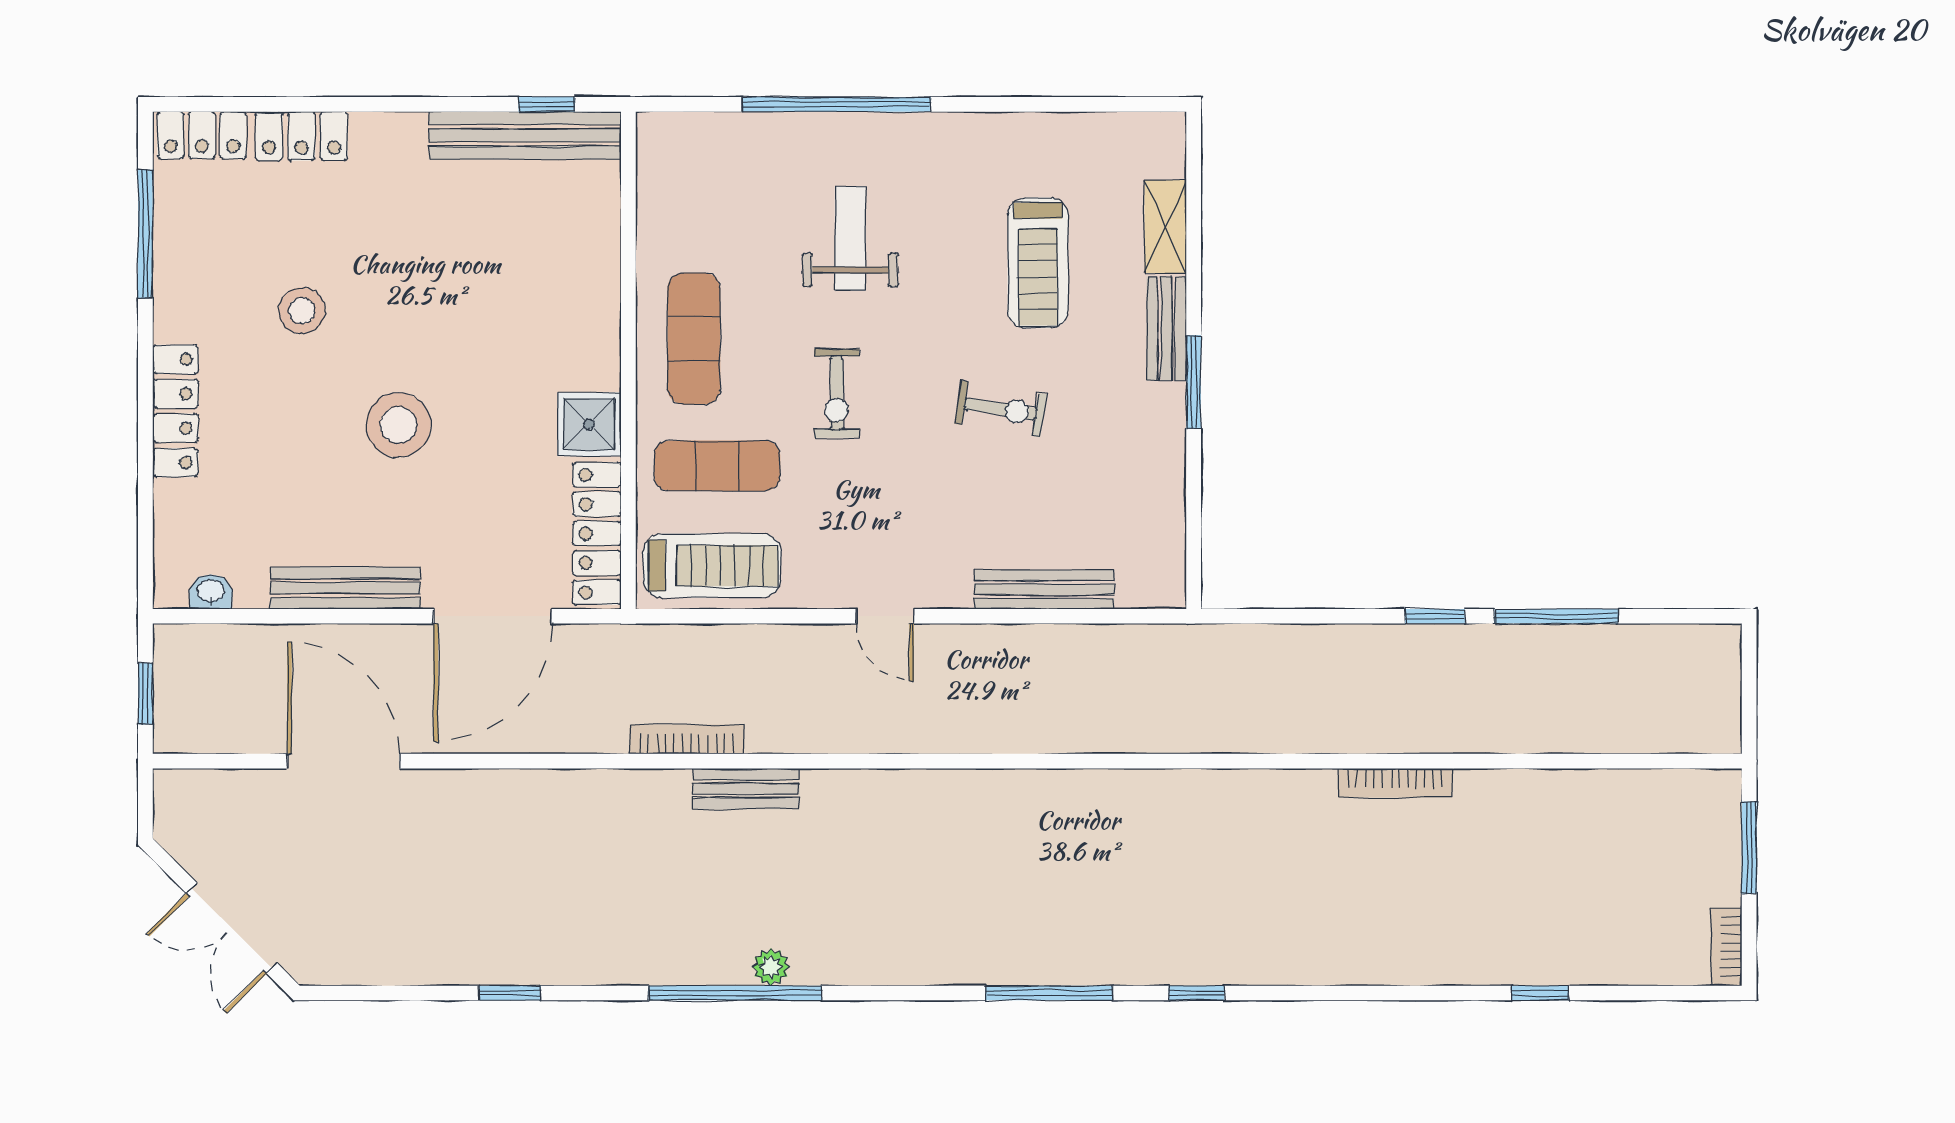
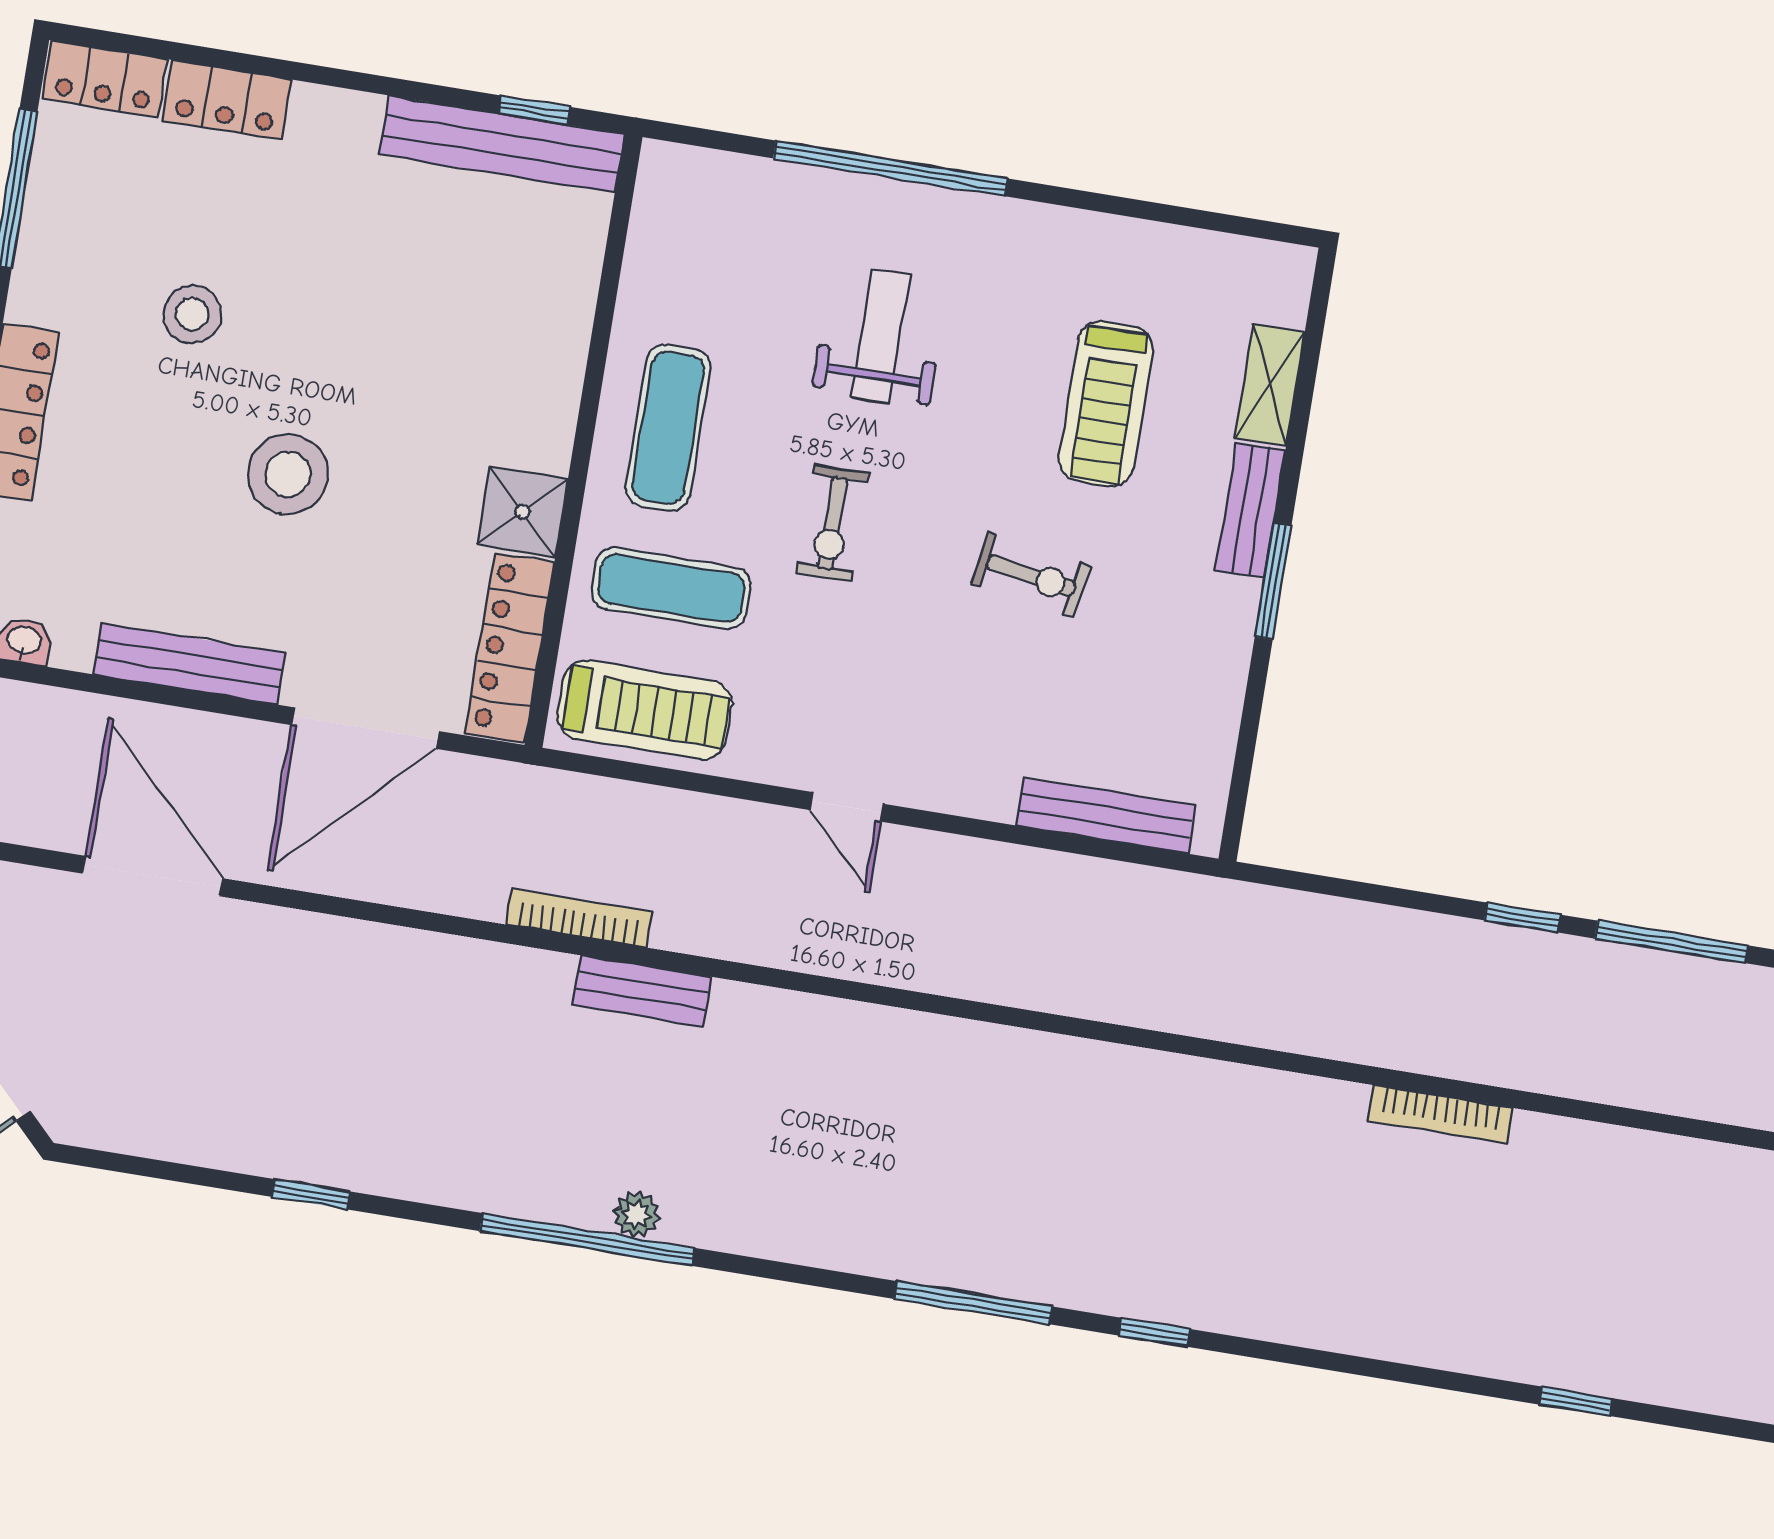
bench: (1044, 589) -> (1106, 815), moved

